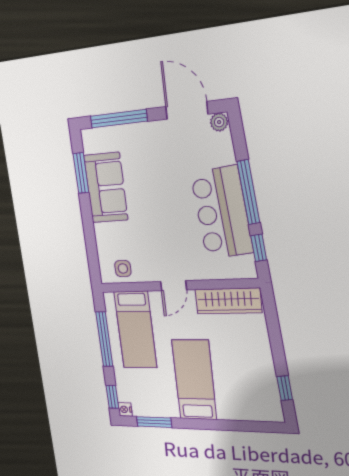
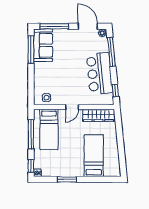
window: (81, 173) -> (31, 49), width x1.44
sofa: (106, 188) -> (43, 45), moved
window: (248, 192) -> (111, 52), moved
bed: (194, 380) -> (94, 156), moved
window: (285, 388) -> (122, 159), removed
window: (154, 422) -> (67, 179), moved

